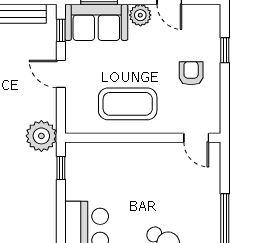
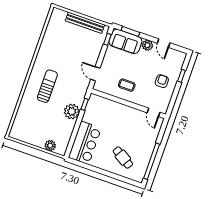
door: (61, 74) -> (95, 74), moved
coffee table: (128, 104) -> (127, 85), width x0.54, depth x0.58
plant: (41, 136) -> (72, 111), moved

